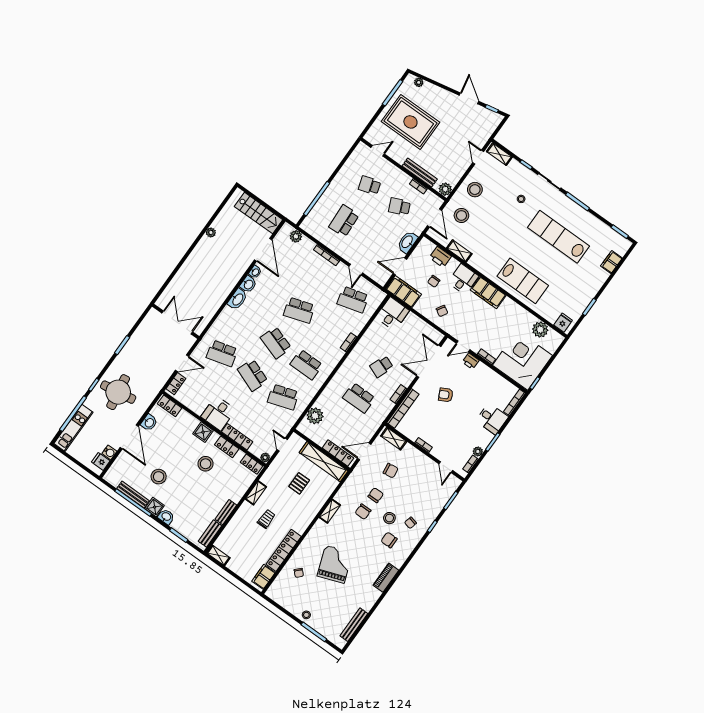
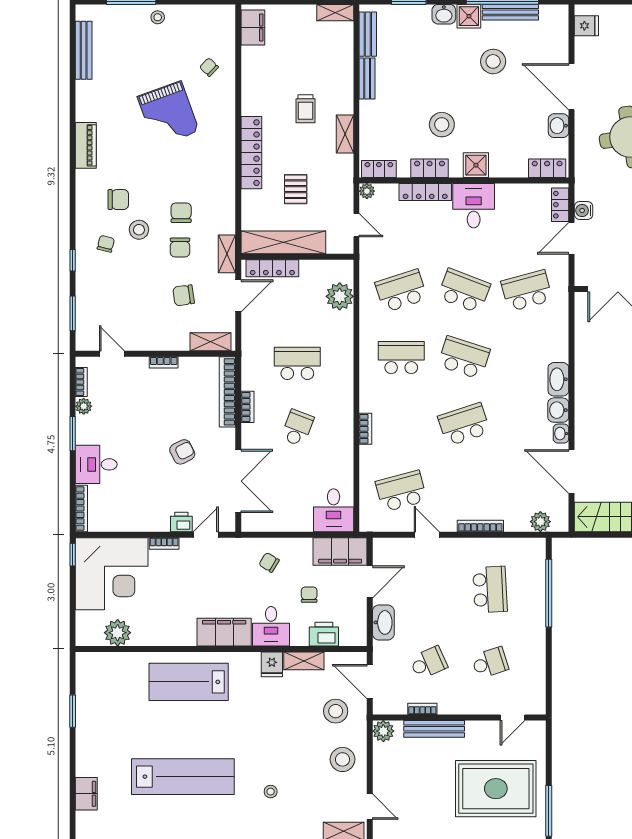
fridge: (563, 323) -> (272, 664), moved
water cooler: (109, 452) -> (584, 210), moved
shelving: (330, 511) -> (227, 254), moved
locker: (284, 550) -> (251, 153), moved

